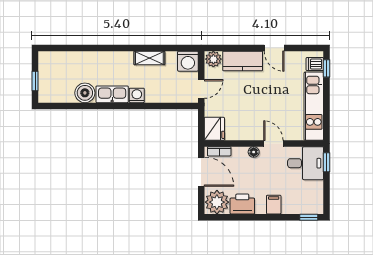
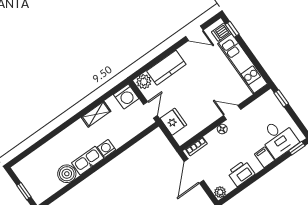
door: (274, 48) -> (194, 33), moved
fridge: (214, 129) -> (173, 122), moved
desk: (306, 163) -> (278, 138), moved, turned 90
door: (201, 172) -> (194, 171), swing flipped
plant: (217, 202) -> (220, 192), width x0.53, depth x0.53

